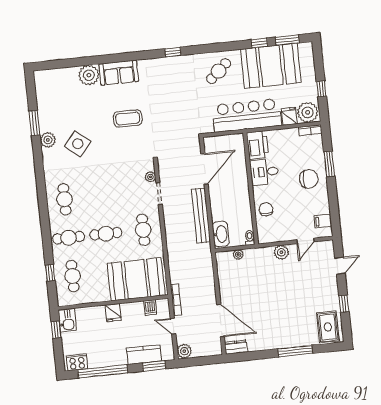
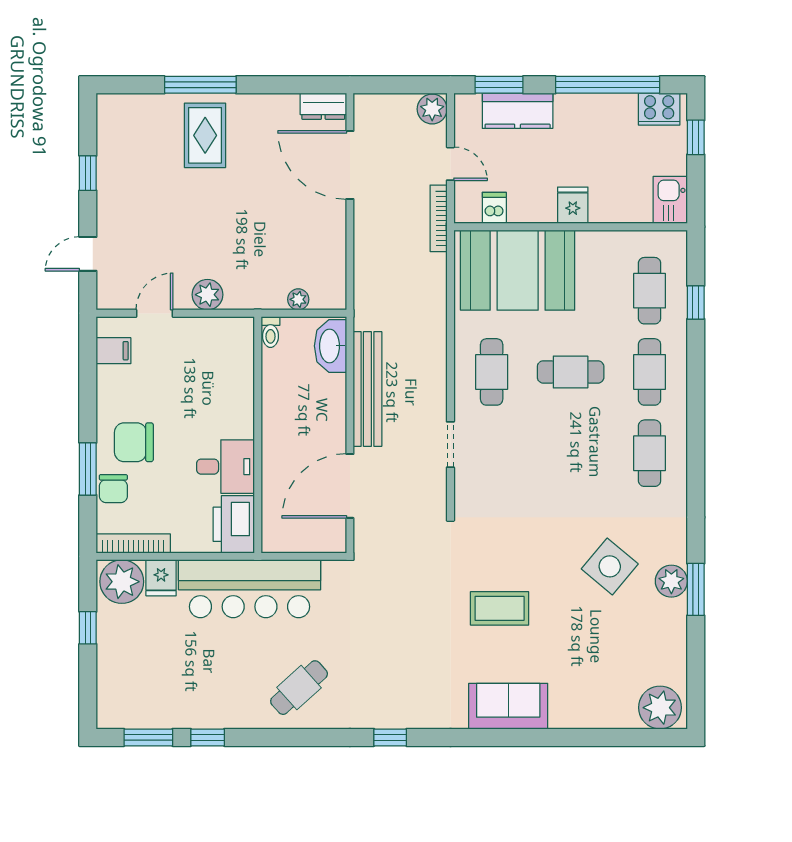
booth: (271, 66) -> (188, 687), removed
plant: (89, 75) -> (660, 708), moved
window: (34, 123) -> (696, 589), moved
bookcase: (310, 130) -> (133, 543), width x1.56
plant: (150, 177) -> (465, 481), removed
chair: (266, 209) -> (113, 489), moved
cafe table: (69, 238) -> (650, 372), turned 90
rug: (328, 327) -> (205, 135), moved
window: (56, 330) -> (696, 137), moved

